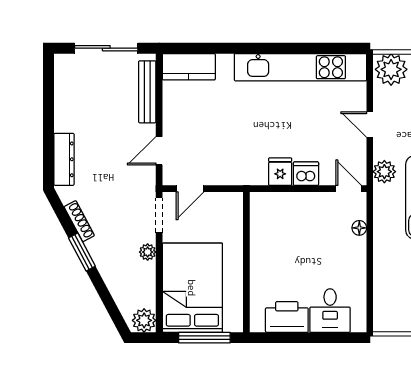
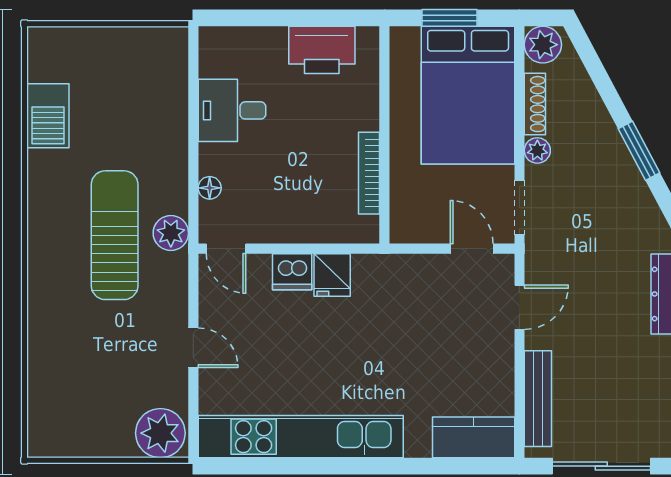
plant: (384, 172) -> (171, 233), moved
door: (190, 189) -> (472, 249), hinge flipped
shoe rack: (79, 221) -> (535, 104), moved, turned -152
bookcase: (256, 237) -> (369, 173), added
desk: (330, 311) -> (232, 110), moved, turned -90
window: (204, 338) -> (449, 18), width x0.69

